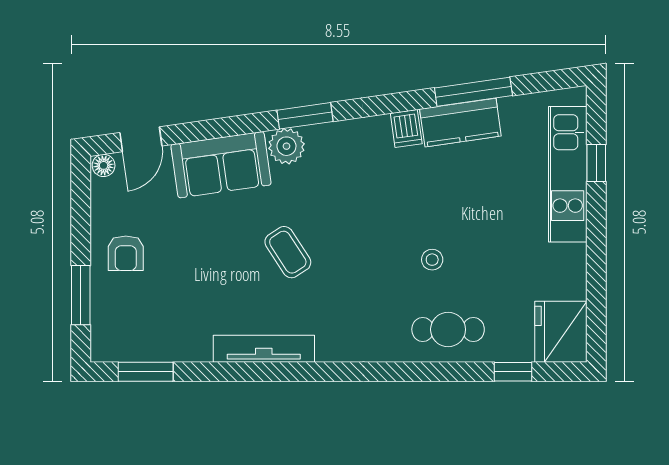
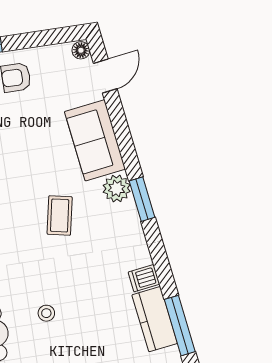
door: (141, 139) -> (105, 76), swing flipped
coffee table: (288, 252) -> (60, 215), moved, turned -46

